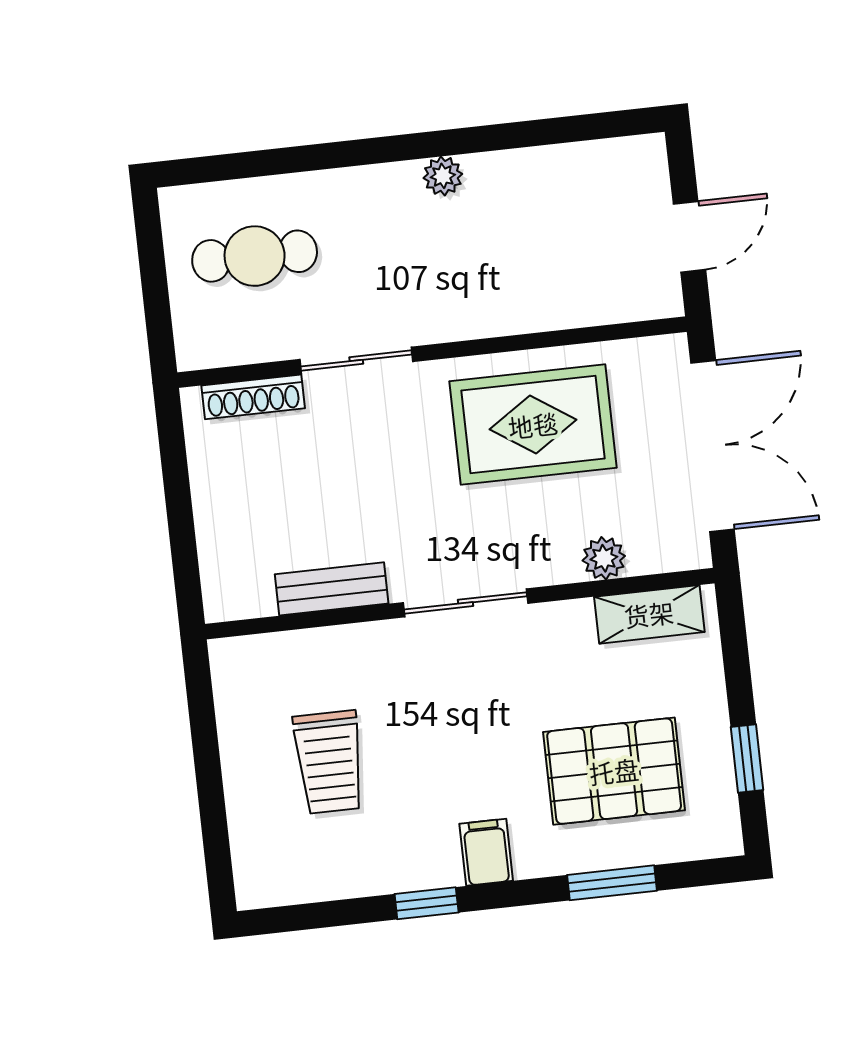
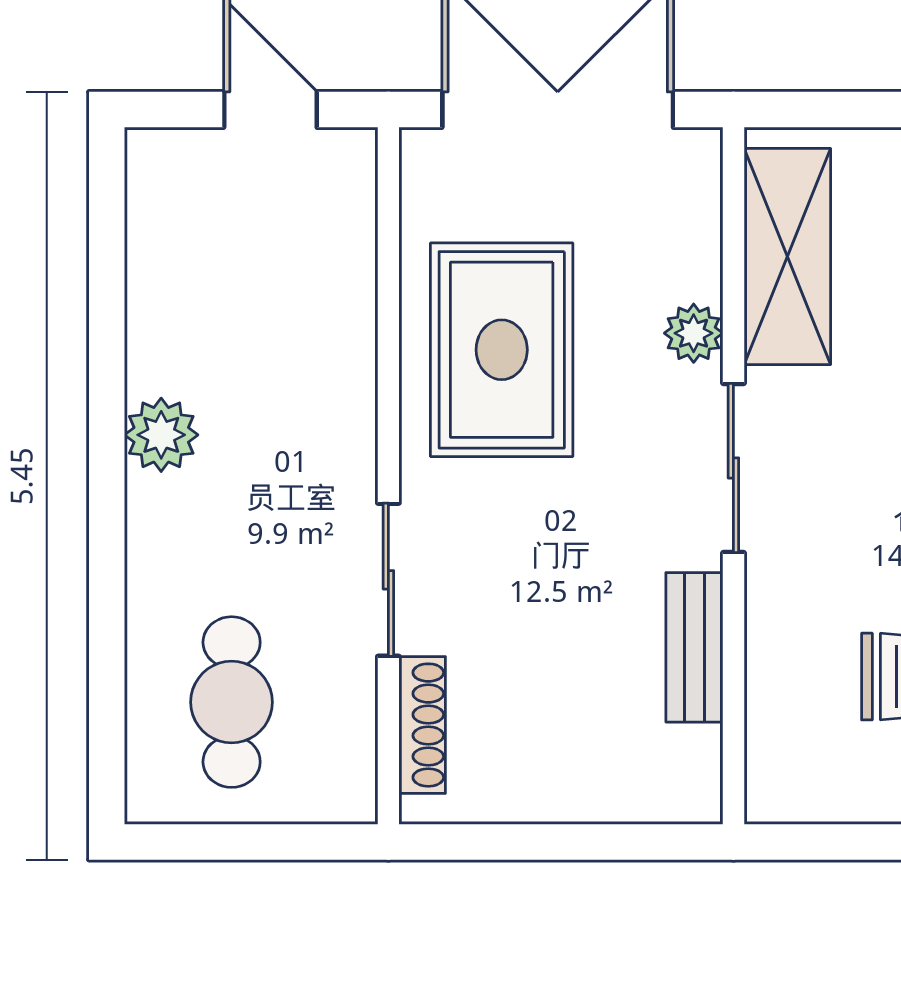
plant: (443, 176) -> (161, 435), width x1.38, depth x1.38
plant: (604, 558) -> (694, 333), moved
shelving: (649, 614) -> (787, 256), width x1.50, depth x1.33

